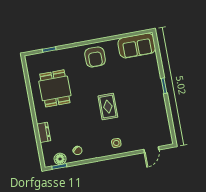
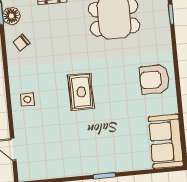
rug: (108, 107) -> (81, 92), turned 90

